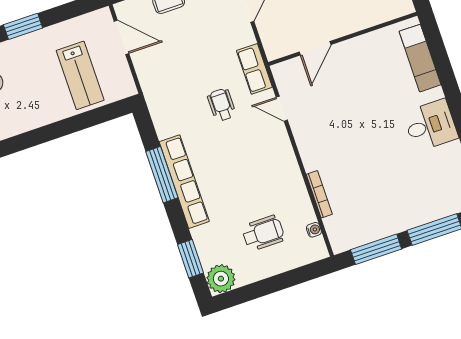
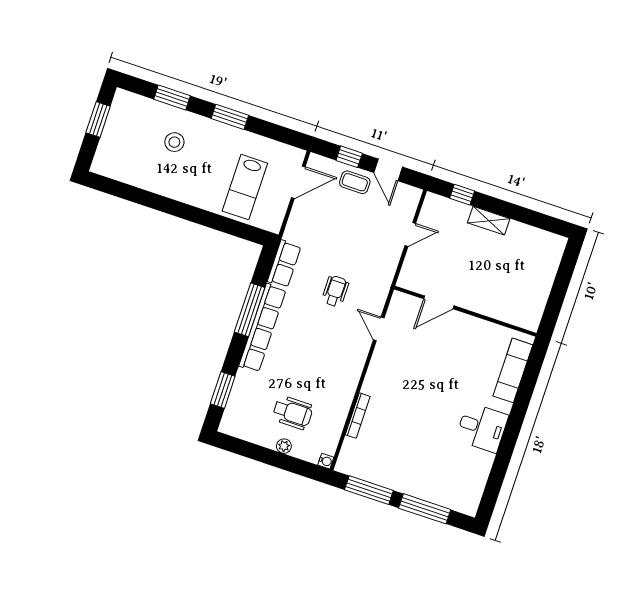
door: (122, 37) -> (298, 182), hinge flipped
row of seats: (254, 69) -> (284, 264), moved, turned 180
water cooler: (314, 230) -> (326, 461), moved
plant: (221, 279) -> (284, 446), moved, width x0.53, depth x0.53

